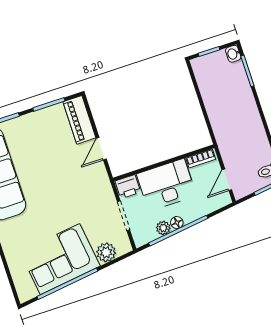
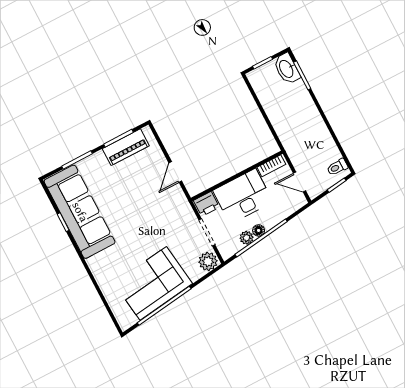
washbasin: (233, 54) -> (287, 69), width x1.91, depth x1.45
piano: (79, 120) -> (126, 147), moved, turned -90
door: (227, 180) -> (299, 182), hinge flipped
plant: (106, 252) -> (208, 261), moved

